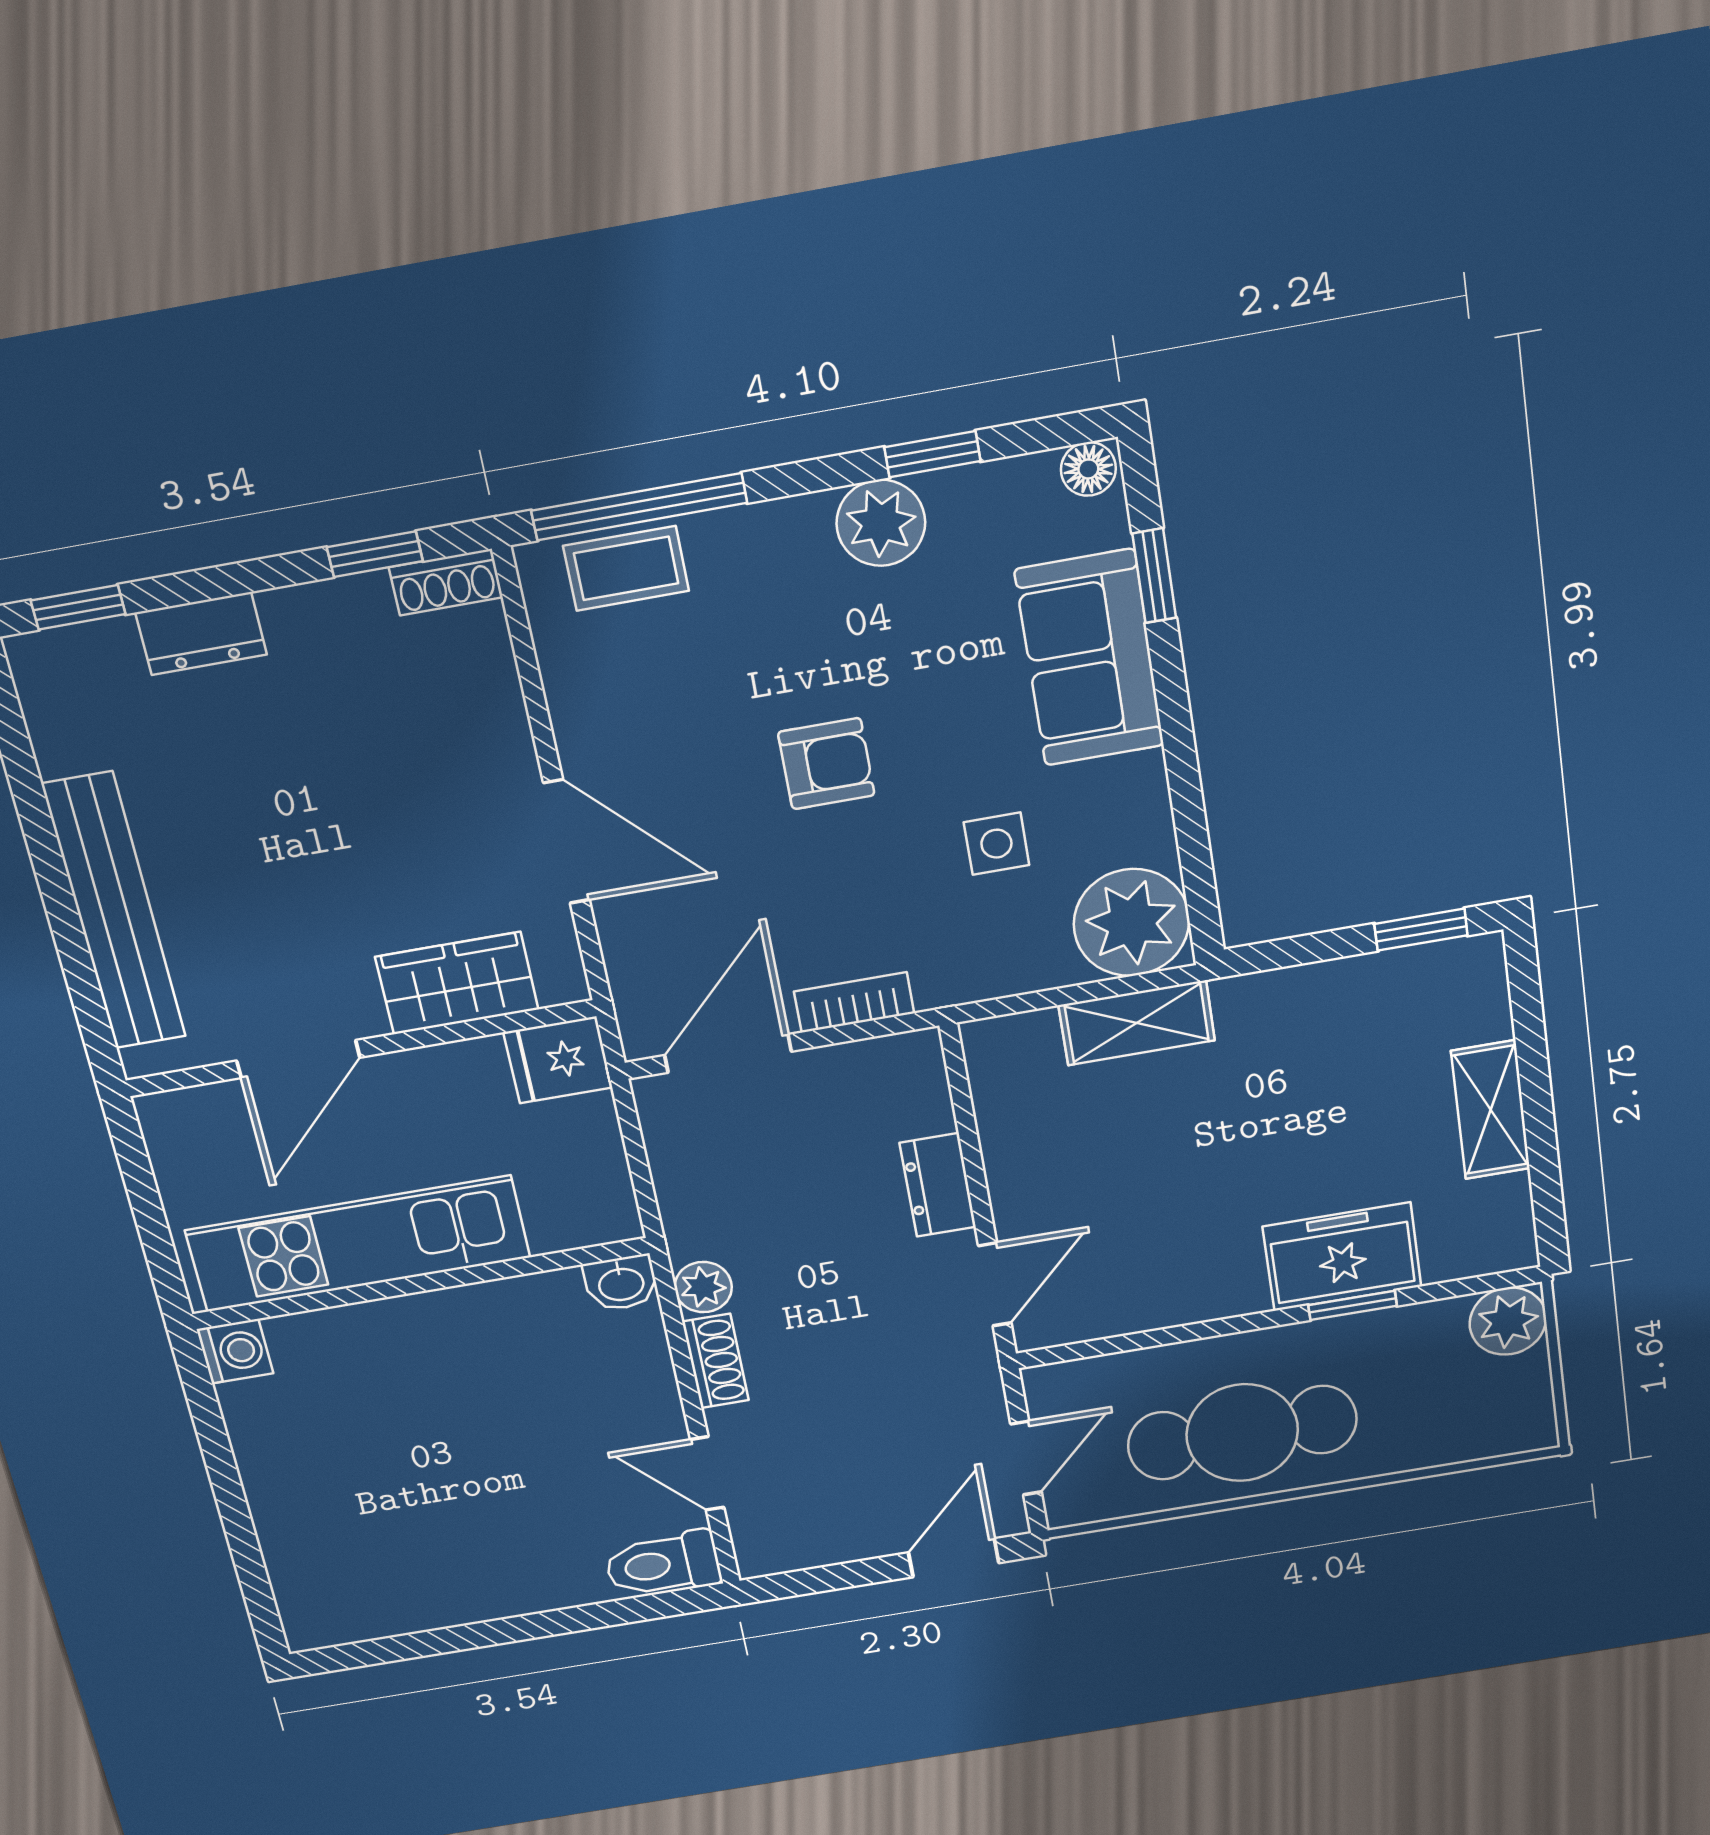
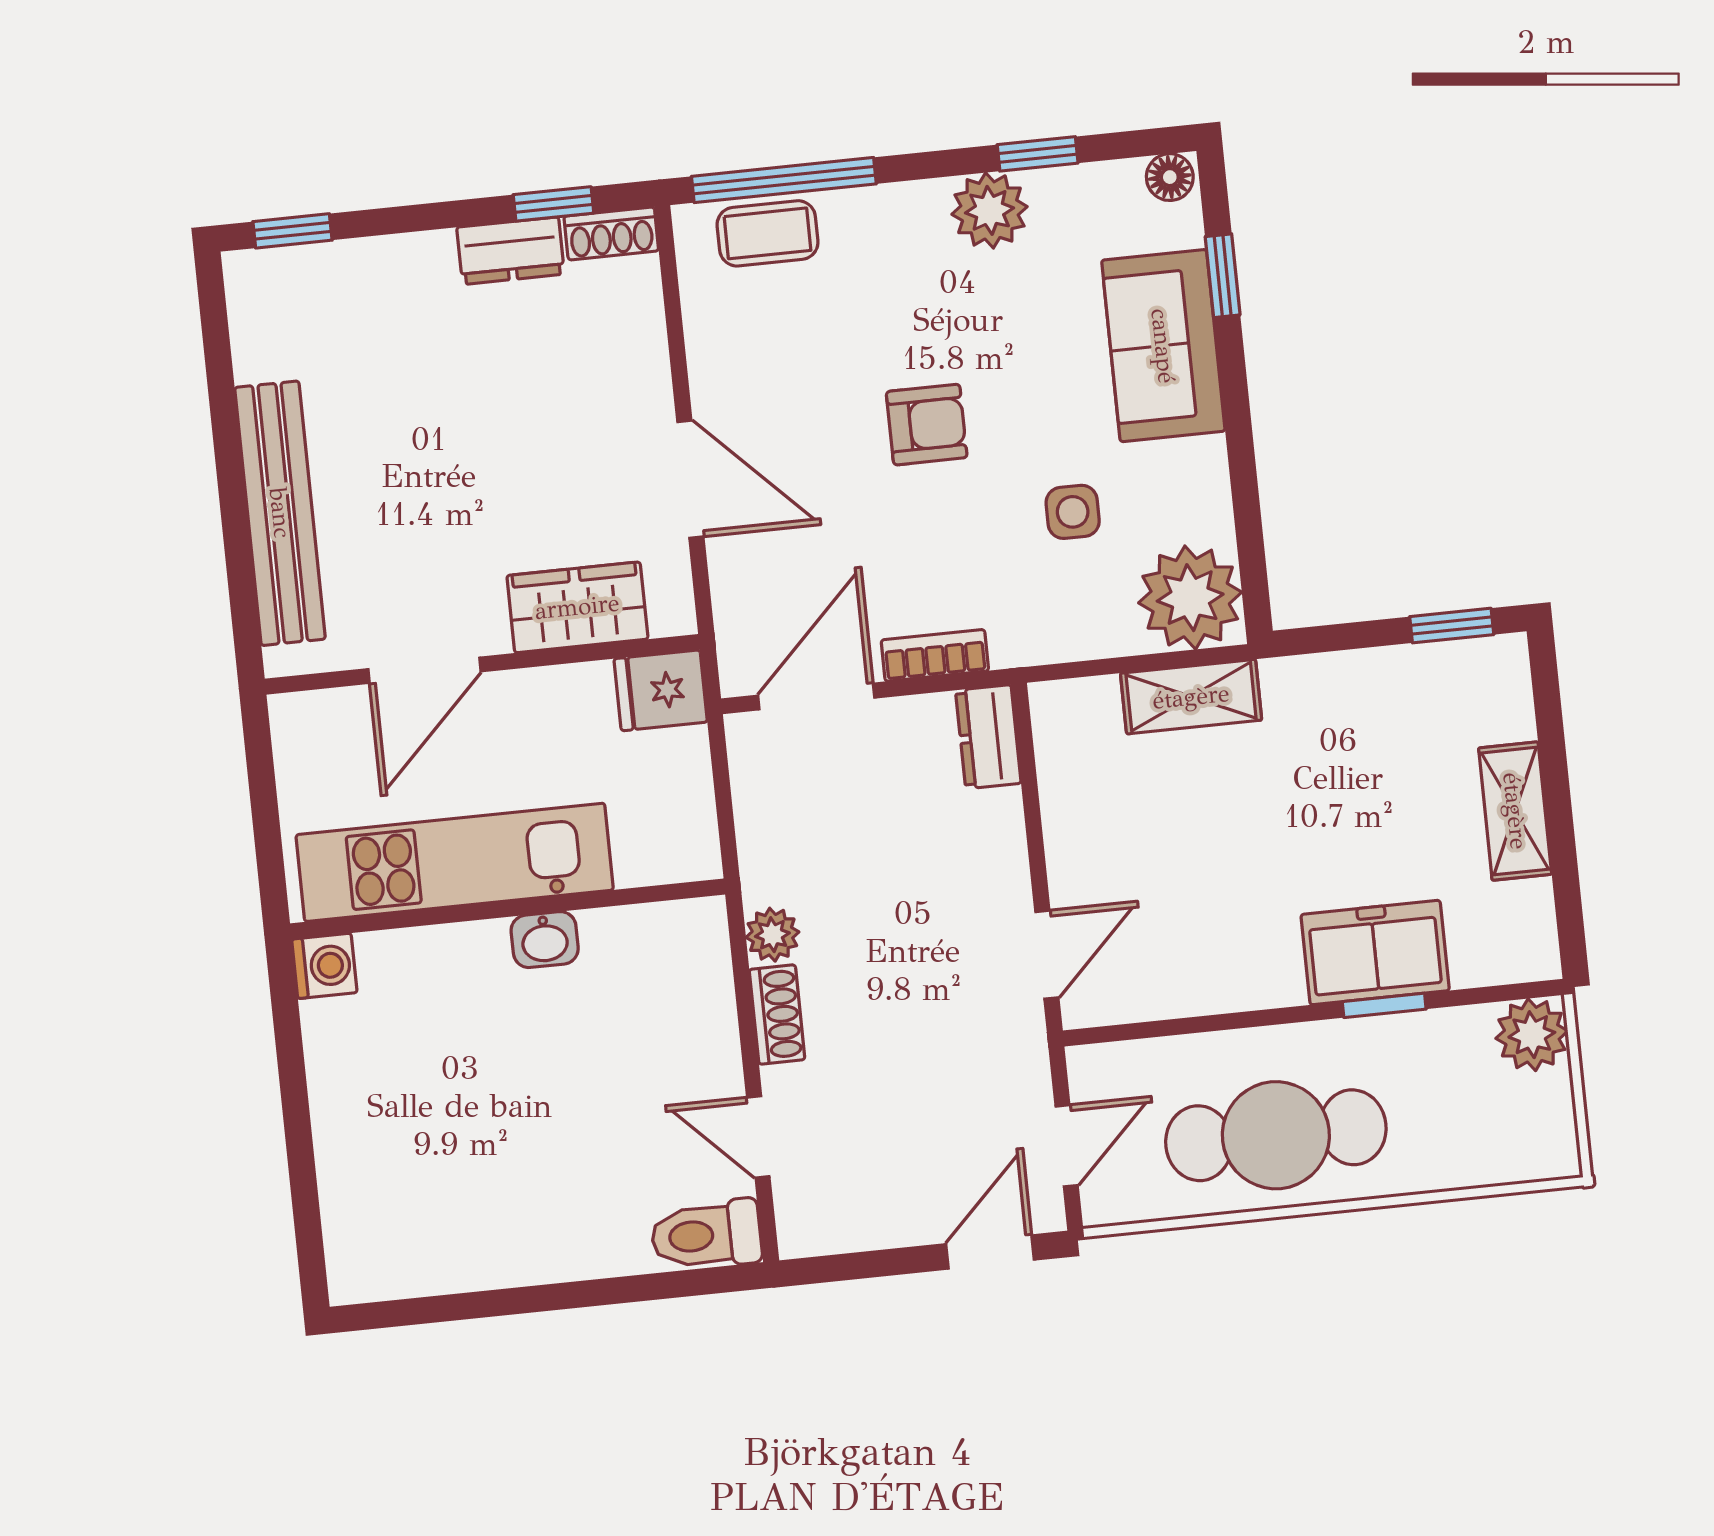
dresser: (201, 634) -> (510, 251), moved
dresser: (938, 1185) -> (988, 737), moved
washbasin: (621, 1283) -> (545, 940), moved

